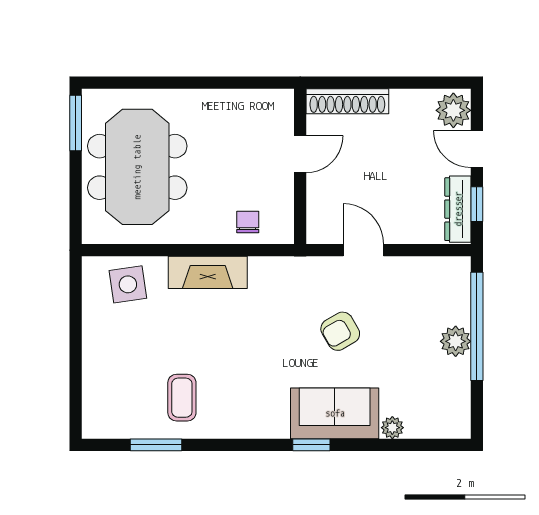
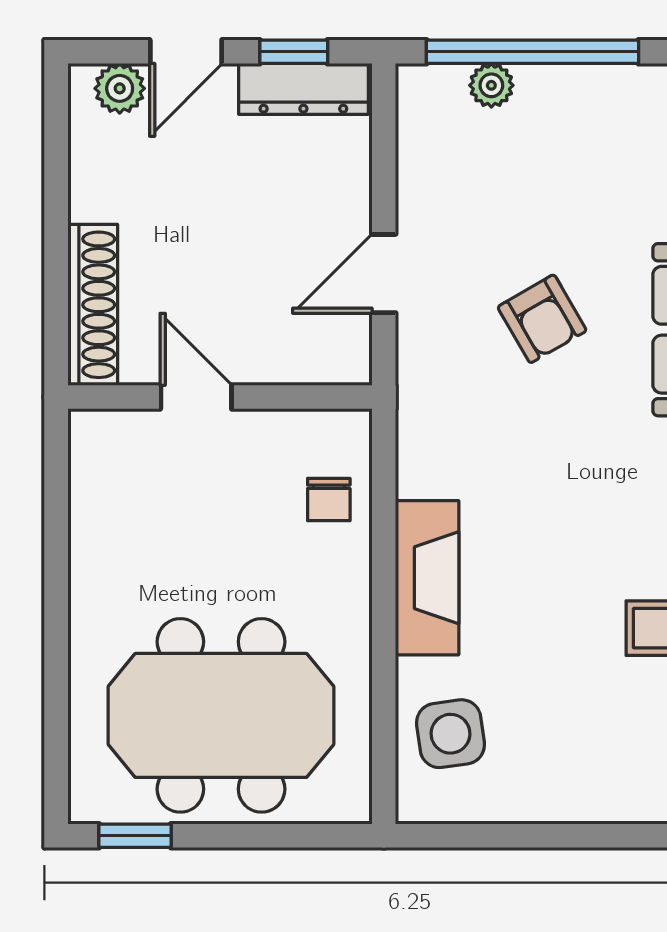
plant: (453, 110) -> (120, 88), width x0.73, depth x0.73
window: (76, 123) -> (135, 836), width x0.67
chair: (248, 222) -> (329, 500), turned -90
plant: (456, 341) -> (491, 85), moved, width x0.73, depth x0.73

